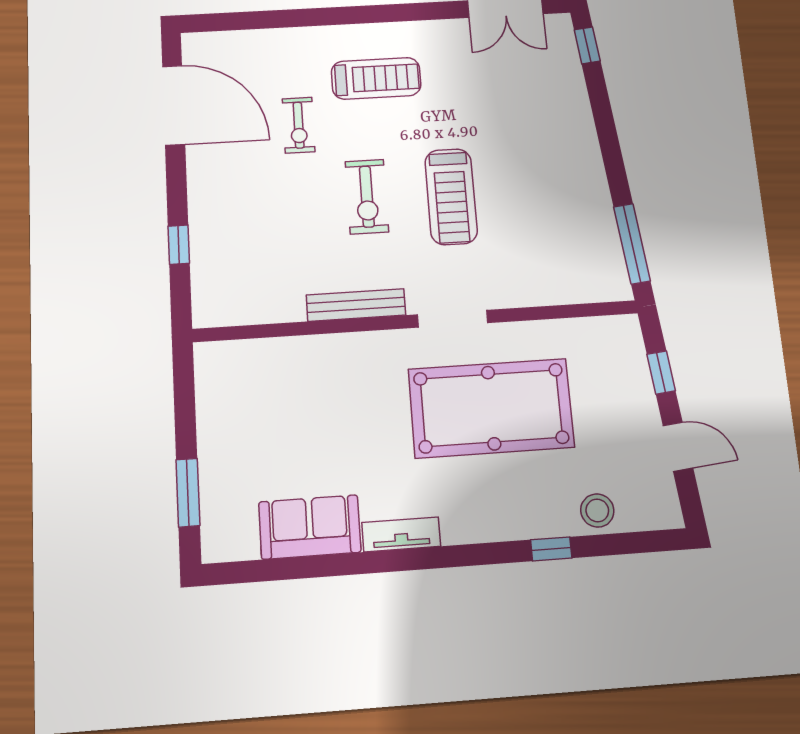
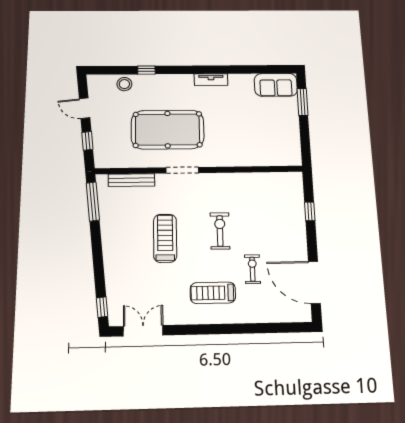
treadmill: (451, 197) -> (165, 238), moved
bench: (356, 305) -> (131, 180), moved
sofa: (310, 527) -> (276, 85), moved

